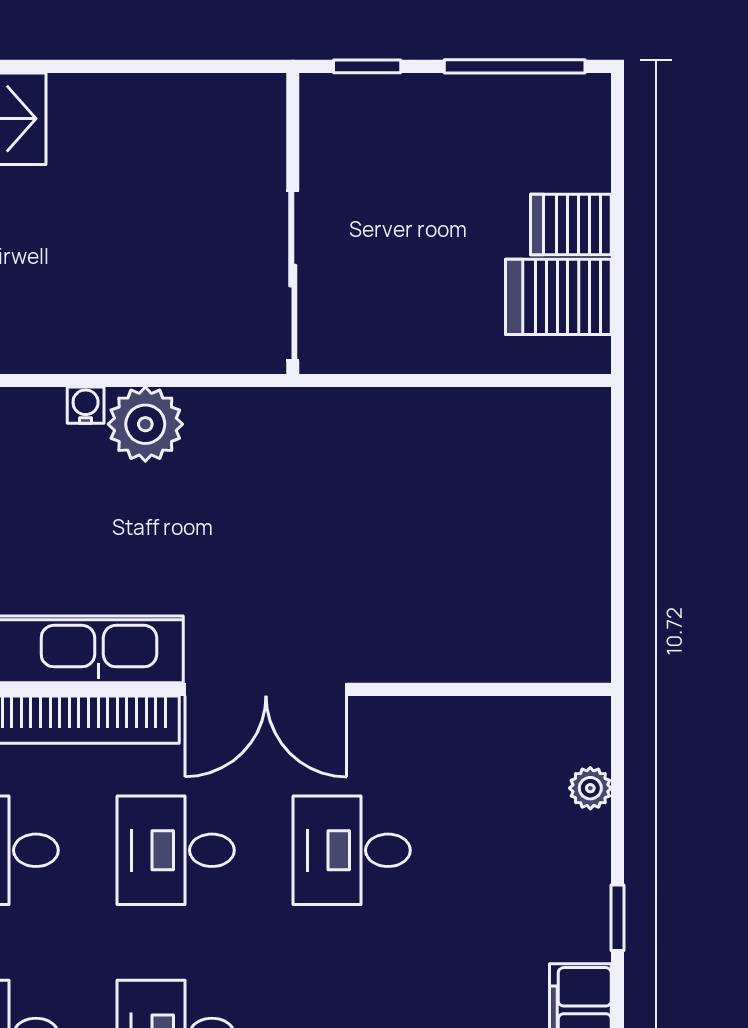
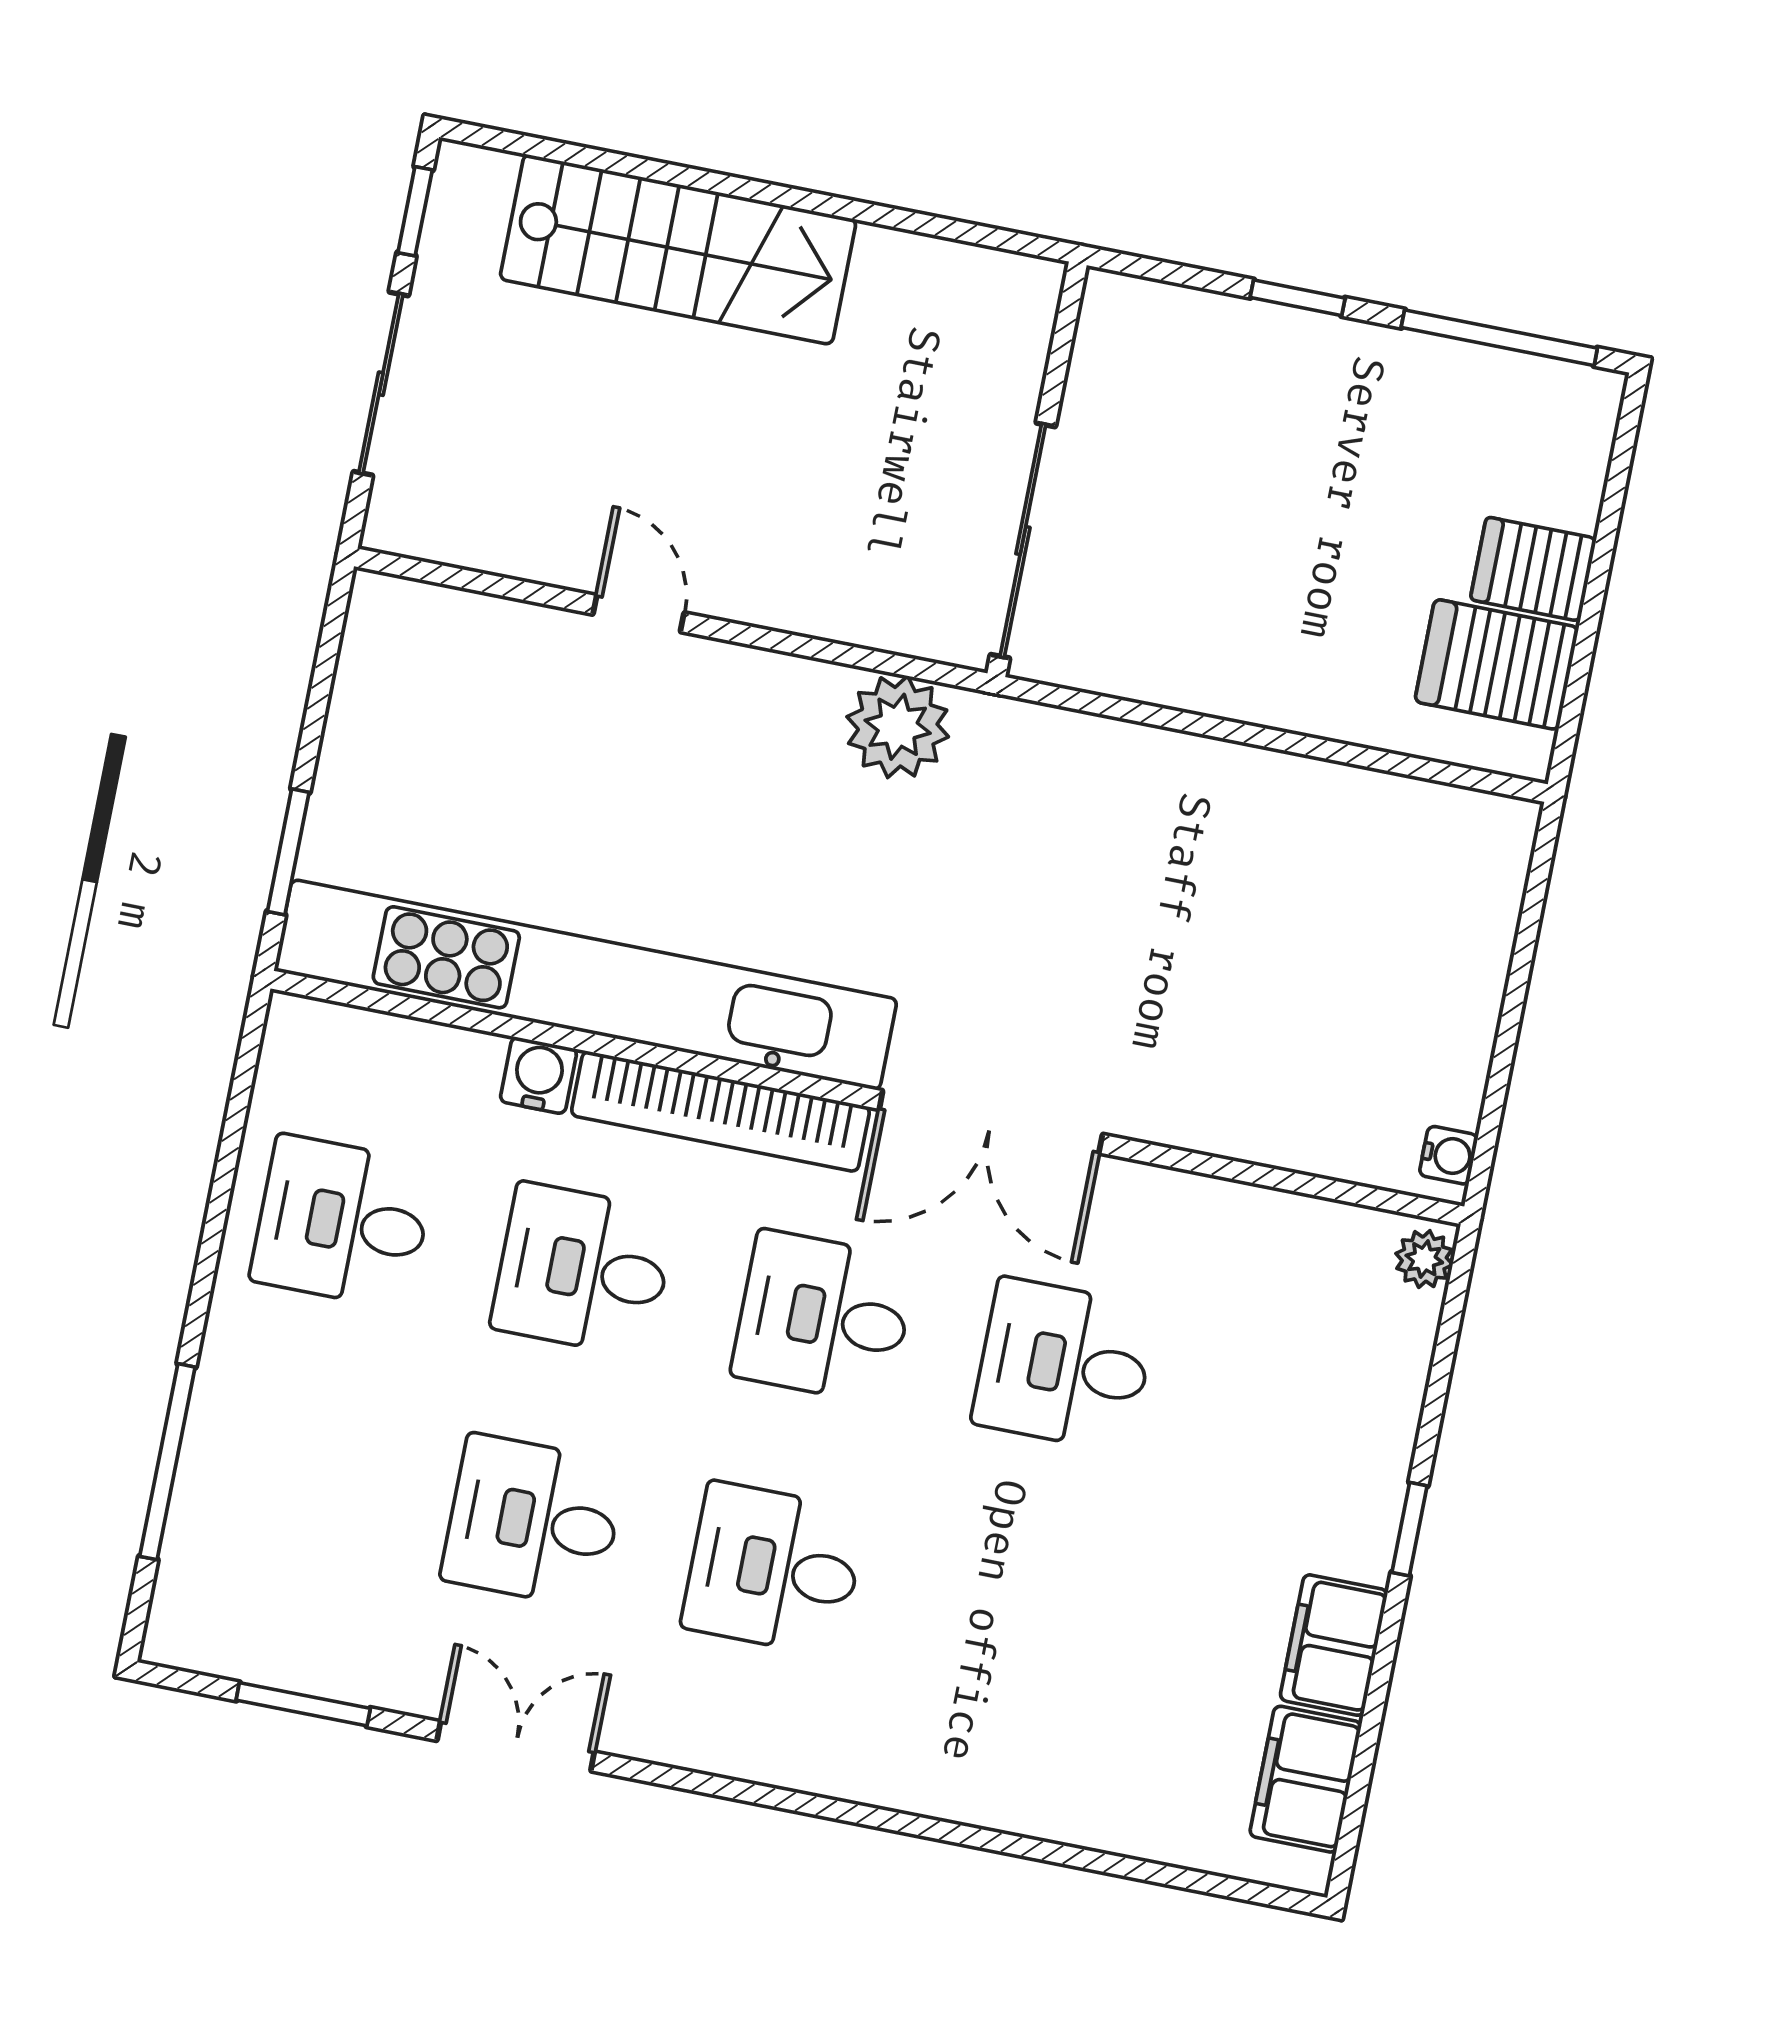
wall: (293, 223) -> (1037, 469), moved
sliding door: (293, 276) -> (1023, 541), moved
water cooler: (86, 405) -> (1449, 1155), moved, turned 90
plant: (590, 788) -> (1424, 1259), moved

